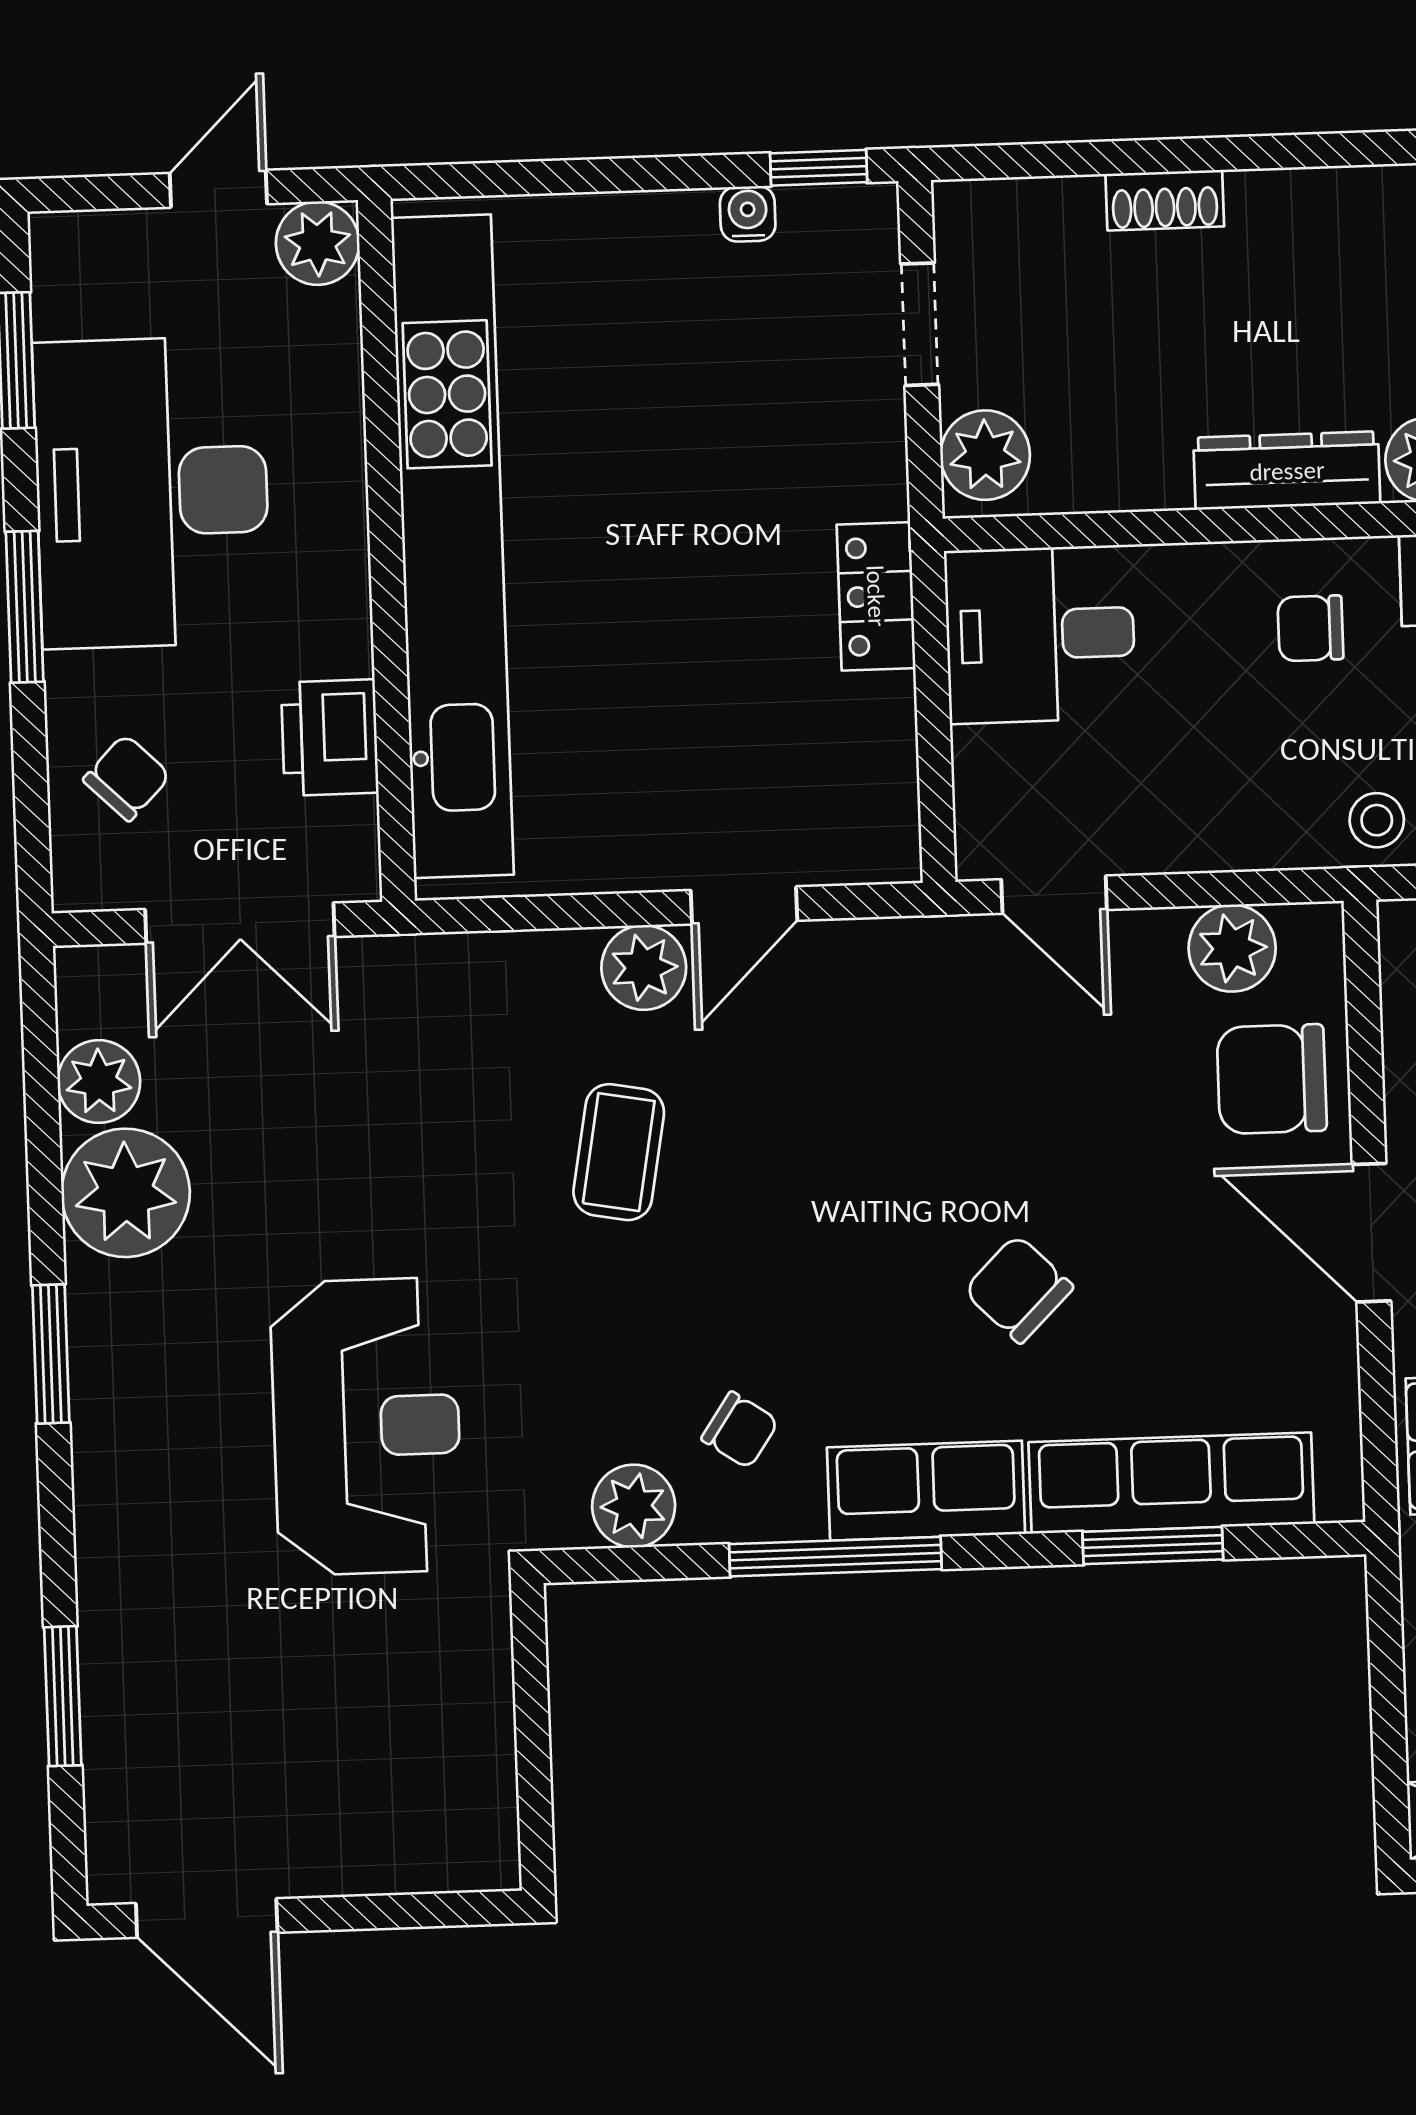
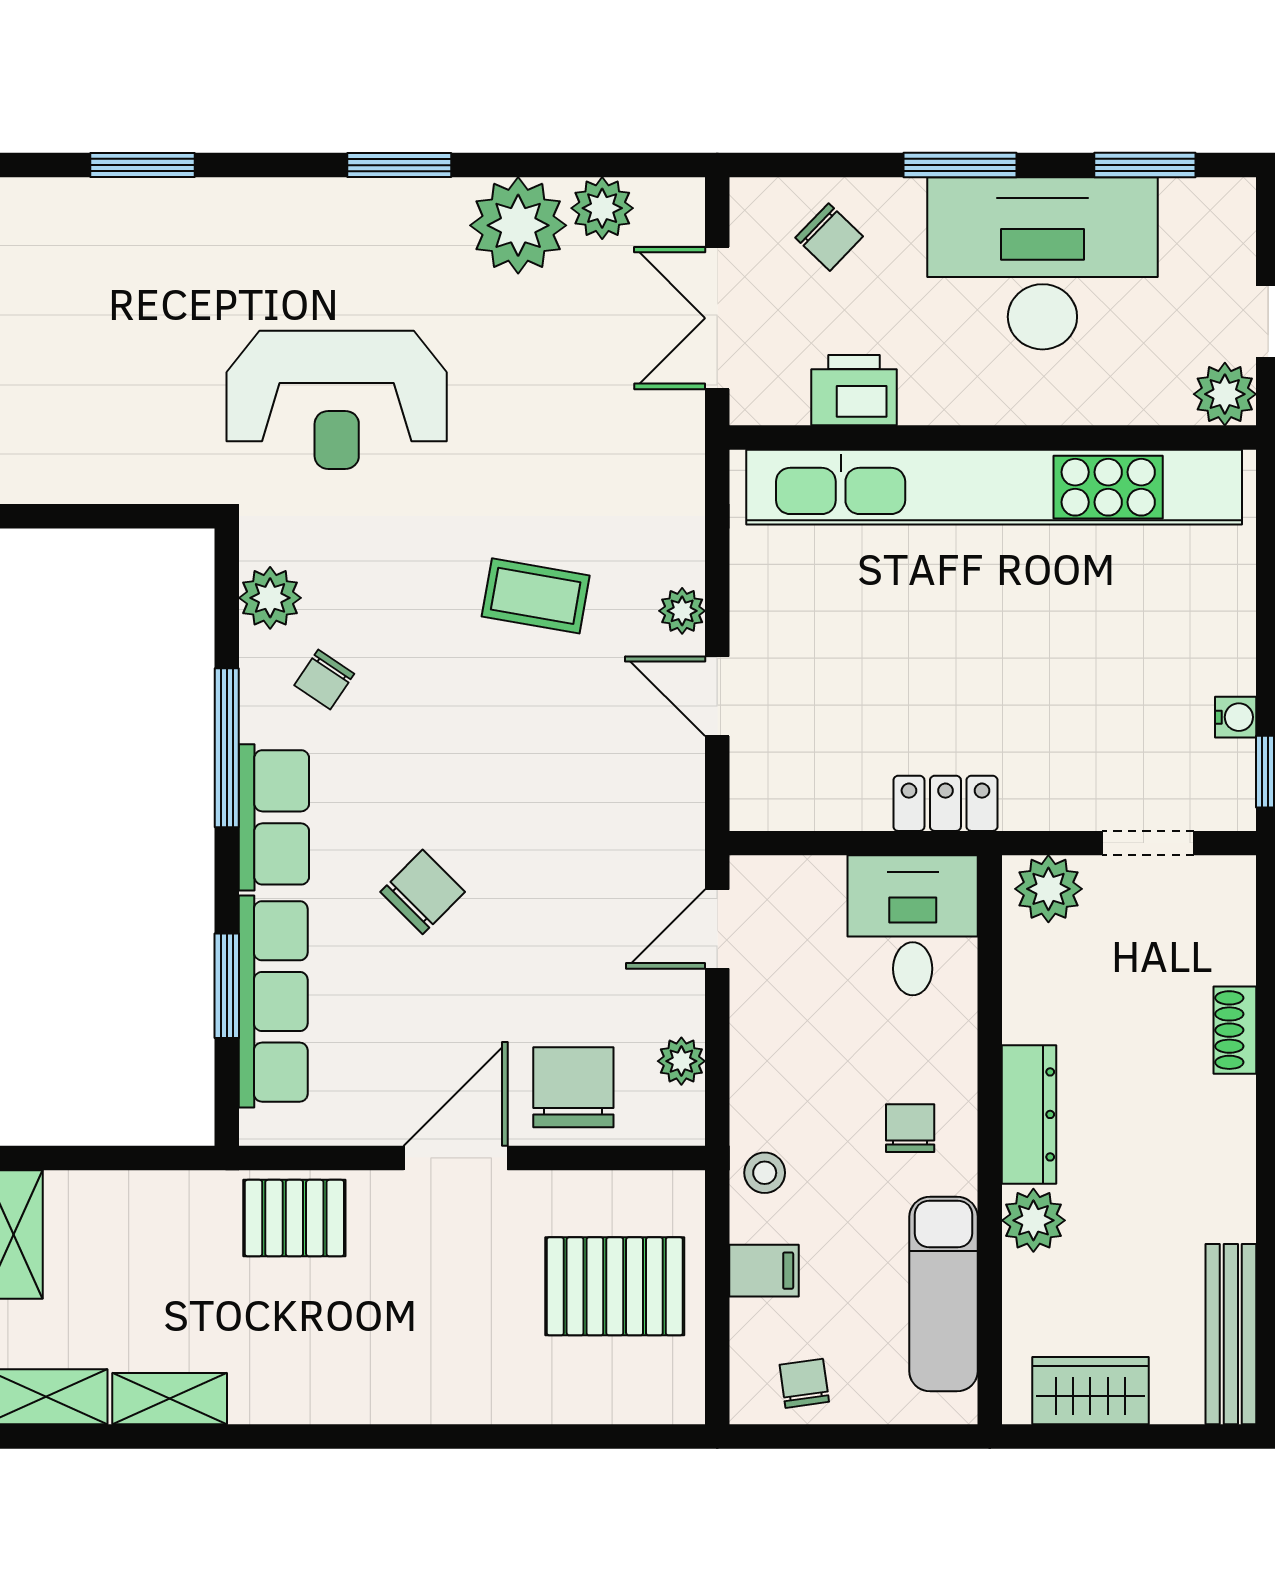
plant: (1232, 948) -> (681, 1061), width x0.73, depth x0.73
plant: (644, 968) -> (682, 611), width x0.73, depth x0.73

